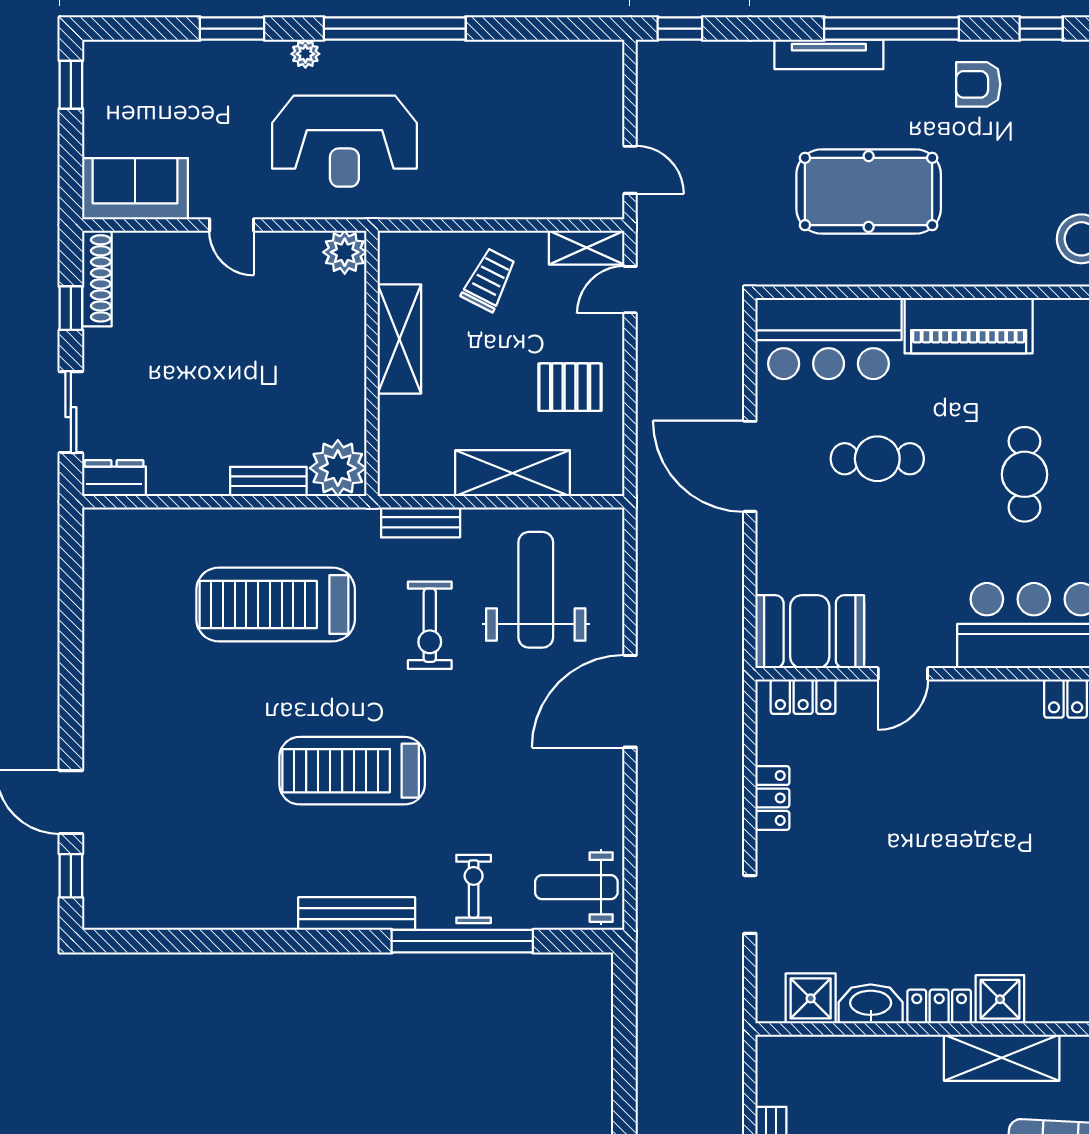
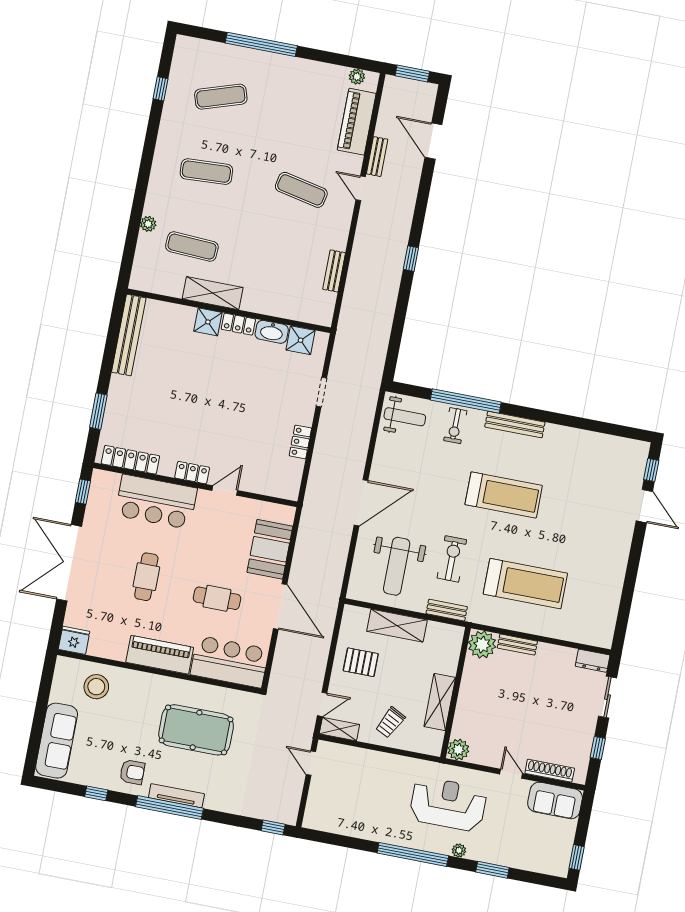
tv unit: (829, 54) -> (176, 796), moved
shoe rack: (97, 278) -> (550, 771), moved, turned 90
booth: (810, 632) -> (270, 549), moved, turned 90
locker: (803, 697) -> (192, 473), moved

